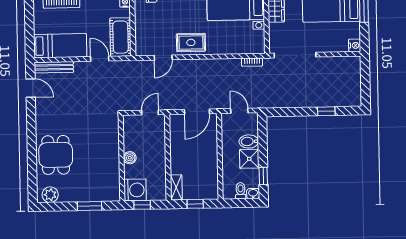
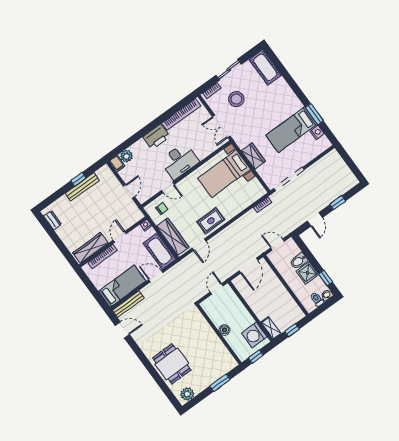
wardrobe: (143, 32) -> (173, 237), added
nightstand: (355, 45) -> (317, 132), moved
door: (293, 112) -> (315, 219), added
washing machine: (135, 190) -> (254, 335), moved, turned 180

